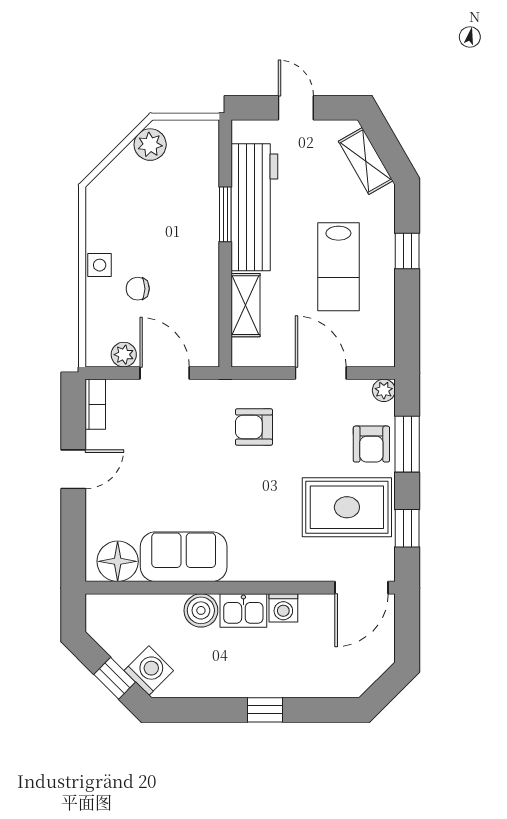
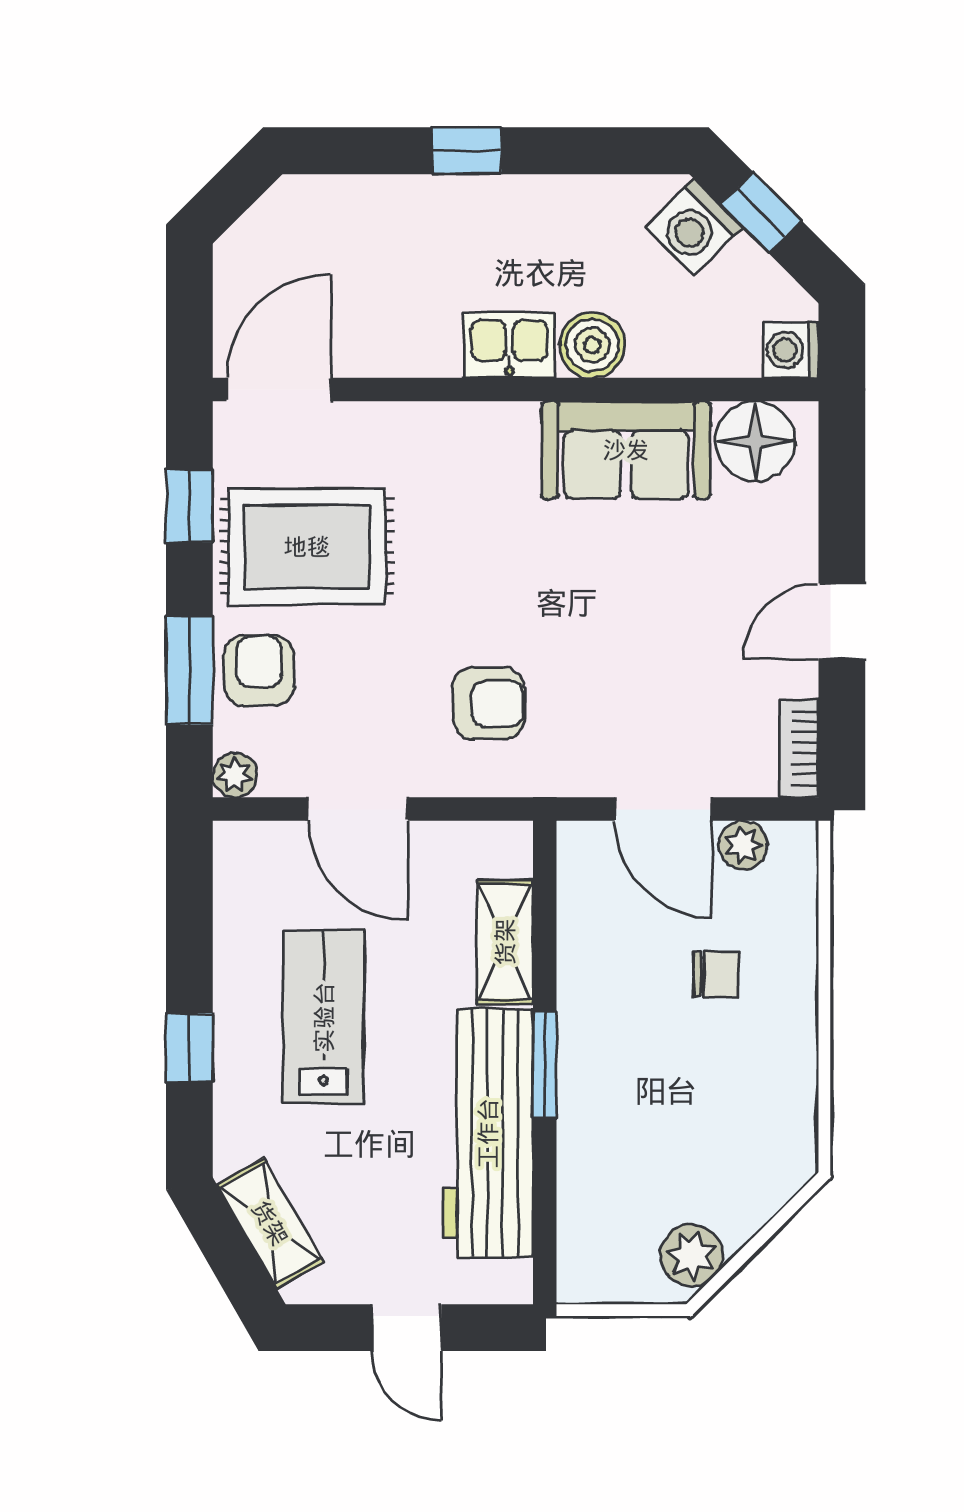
window: (225, 214) -> (545, 1065), moved
side table: (100, 265) -> (790, 1020), removed
washing machine: (283, 608) -> (791, 350), moved, turned -90

